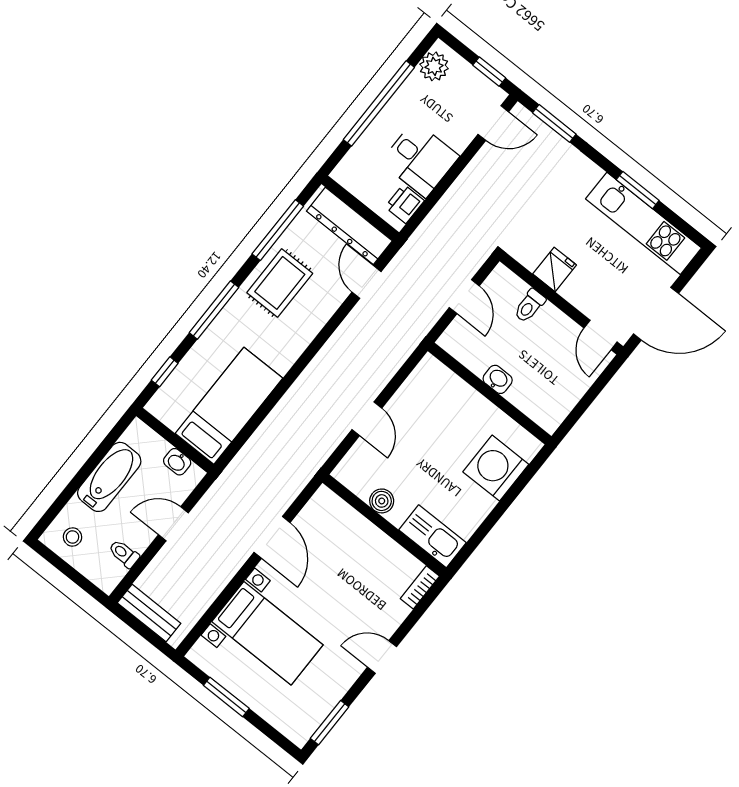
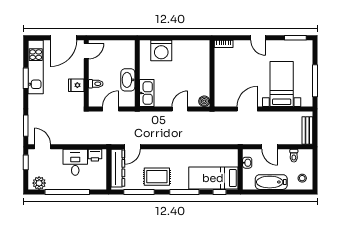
door: (656, 314) -> (63, 38), swing flipped
washbasin: (498, 379) -> (128, 80), width x1.91, depth x1.45
bed: (229, 406) -> (213, 178), moved
boiler: (382, 501) -> (204, 101), moved
kitchen sink: (433, 536) -> (147, 93), moved, turned 180
window: (226, 697) -> (315, 81), width x1.44

